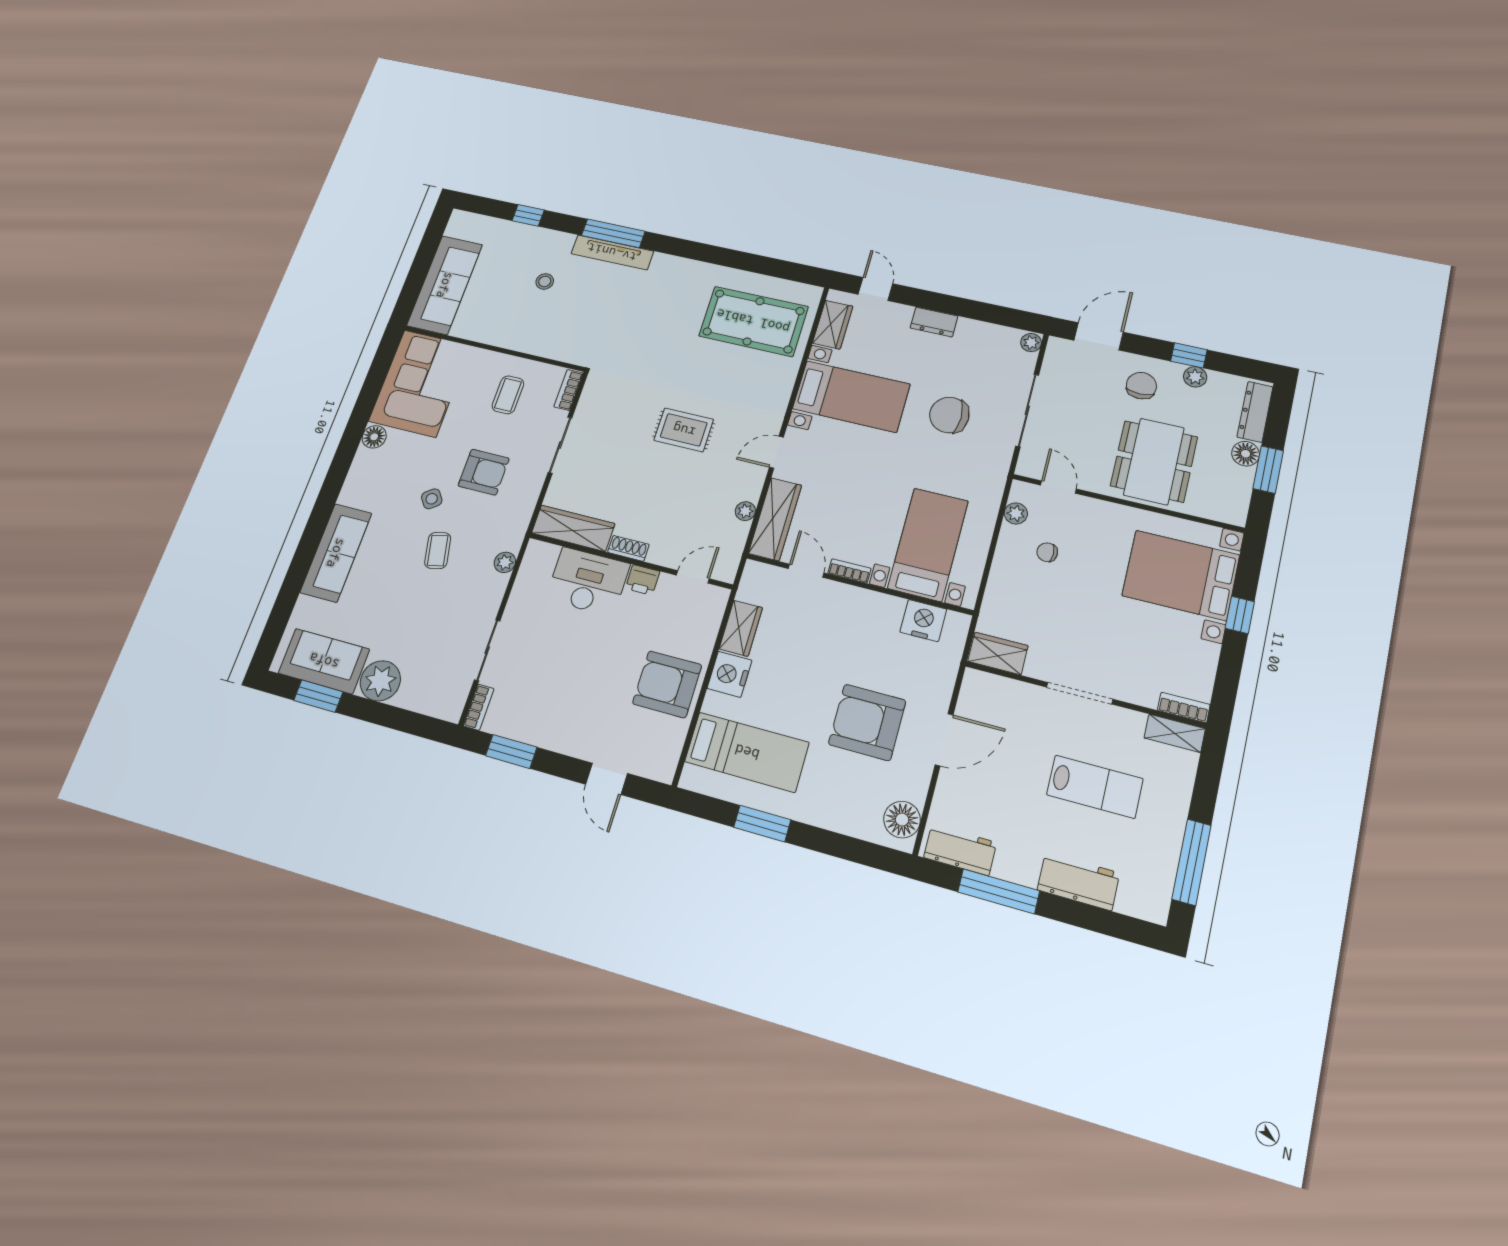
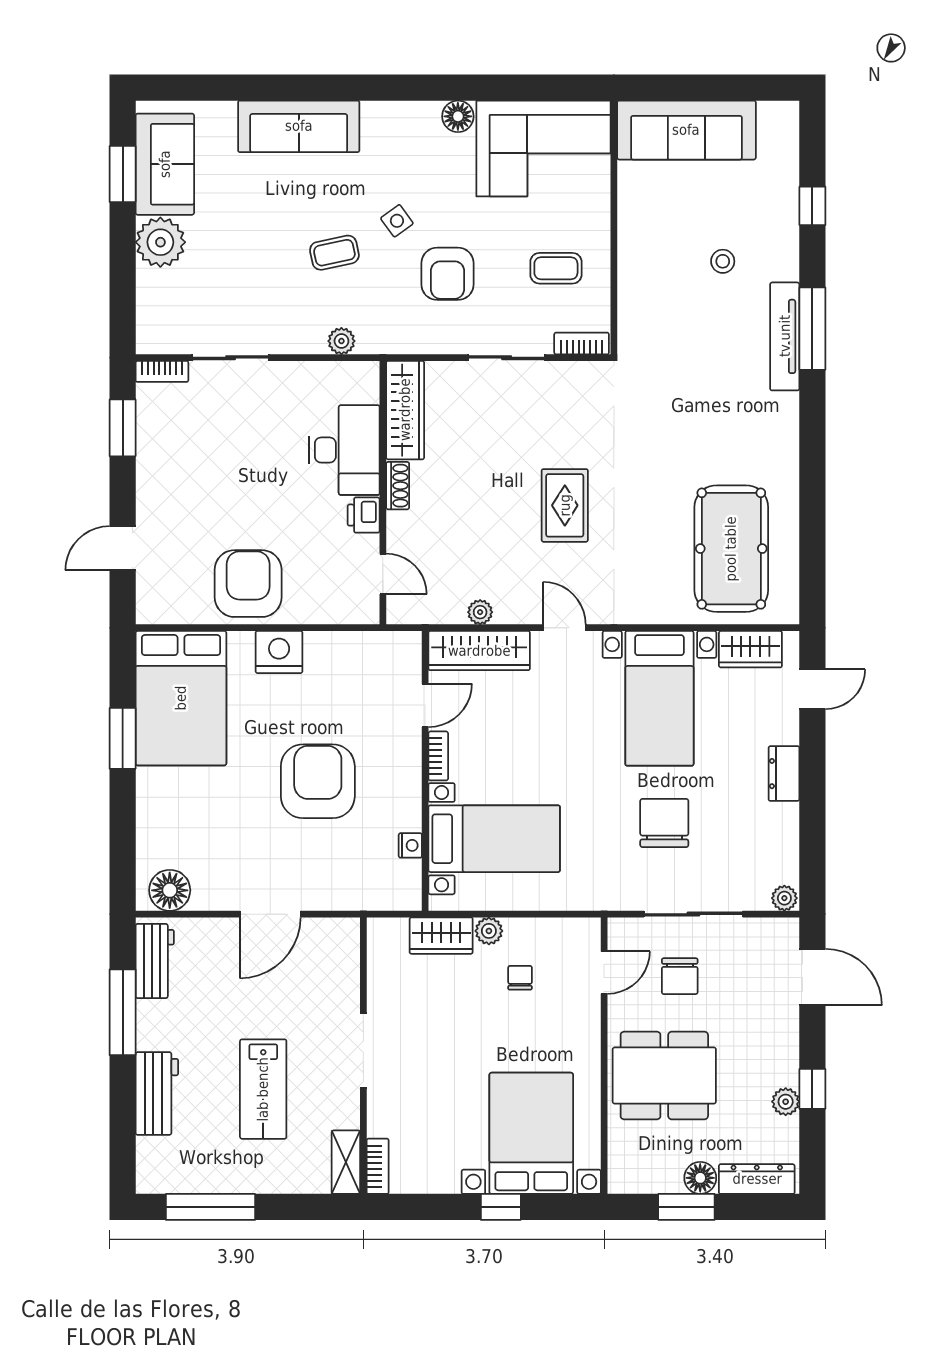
chair: (1141, 386) -> (680, 976), moved, turned 90
plant: (1016, 513) -> (489, 931), moved
nightstand: (923, 621) -> (410, 845), width x0.53, depth x0.56
wardrobe: (741, 628) -> (336, 649), removed
wardrobe: (998, 653) -> (441, 936), moved, turned 90
armchair: (867, 722) -> (318, 781), moved
door: (944, 740) -> (270, 914), hinge flipped
bed: (747, 752) -> (181, 698), width x1.50

